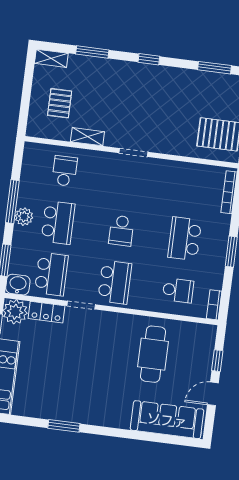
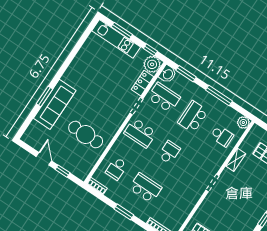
plant: (24, 217) -> (243, 123), moved
school desk: (58, 223) -> (193, 117), turned 90
school desk: (121, 231) -> (169, 152), turned 90
school desk: (51, 274) -> (164, 97), turned 180
sofa: (167, 420) -> (55, 104), moved
window: (64, 426) -> (44, 96), moved

